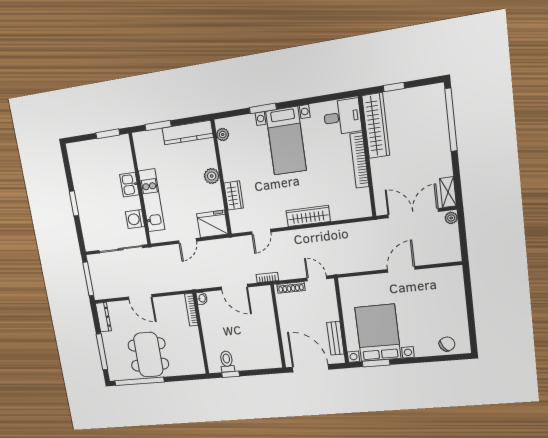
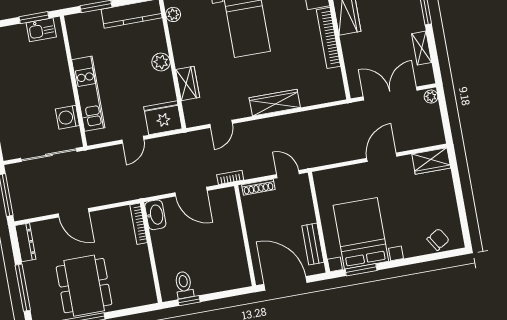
kitchen sink: (129, 185) -> (41, 30), moved, turned -90
shelving: (448, 192) -> (422, 48), moved
wardrobe: (446, 276) -> (431, 161), added
washbasin: (202, 298) -> (155, 215), width x1.91, depth x1.45

